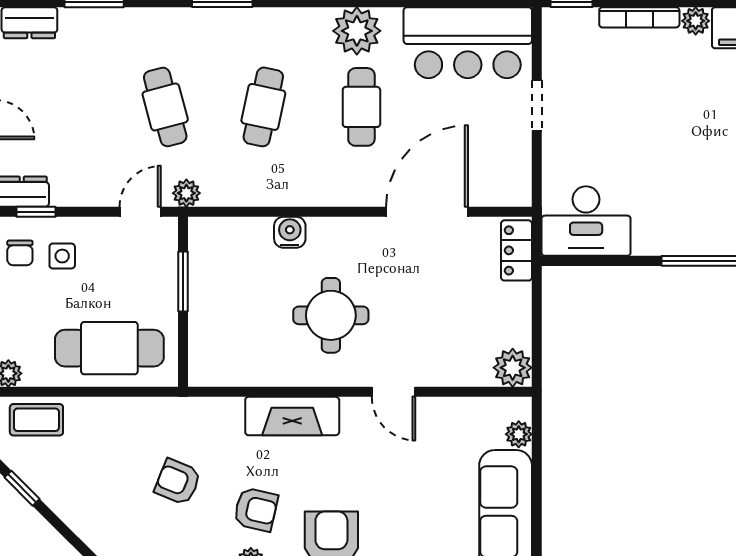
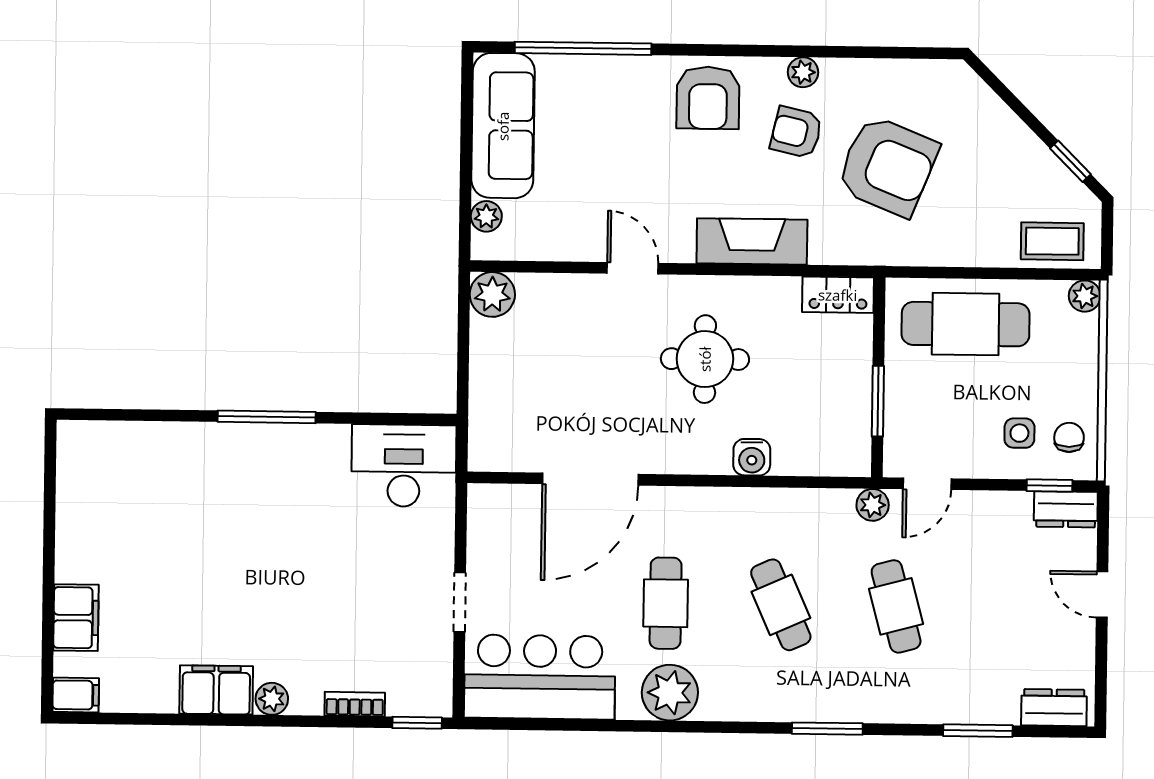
bookcase: (639, 17) -> (355, 704), width x0.64
cafe table: (263, 107) -> (781, 605), turned -36
locker: (517, 250) -> (838, 295), moved, turned 90
armchair: (178, 482) -> (888, 166), width x1.88, depth x1.88

